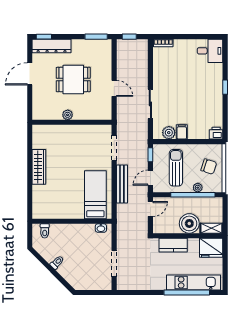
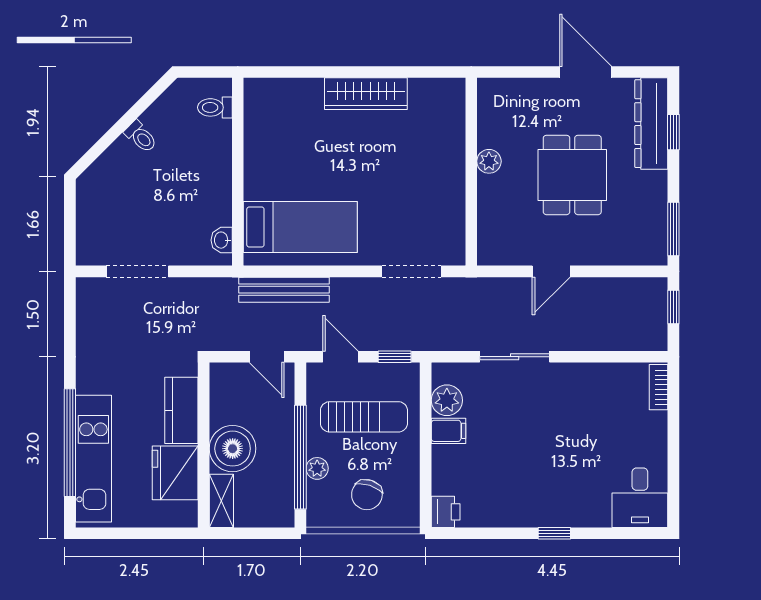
window: (44, 37) -> (673, 132), moved
bench: (122, 184) -> (284, 290), moved
fridge: (211, 248) -> (175, 473), moved

